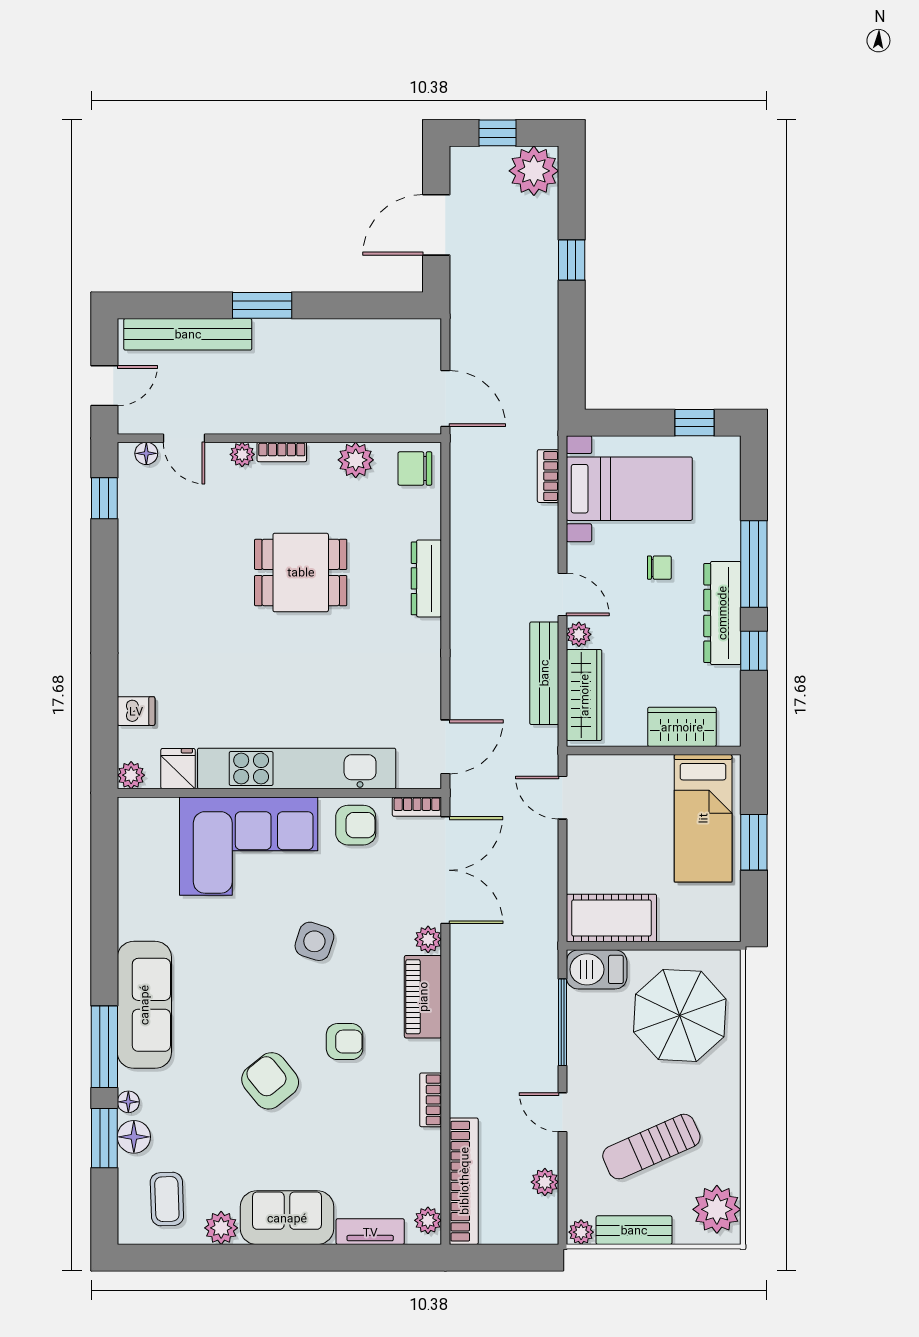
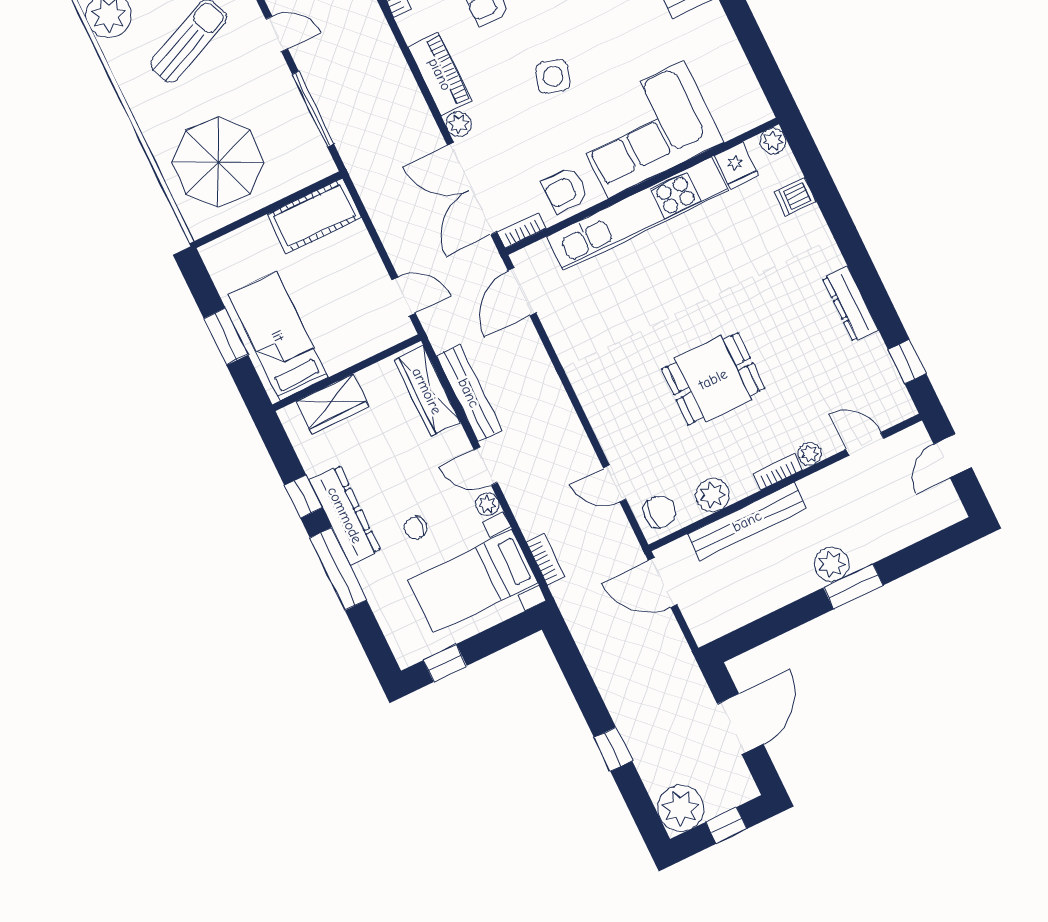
bench: (188, 334) -> (747, 521), moved
plant: (273, 337) -> (832, 564), added
floor lamp: (146, 453) -> (890, 416), removed
door: (445, 517) -> (615, 484), added
dresser: (426, 578) -> (850, 304), moved, turned 180
plant: (579, 634) -> (487, 504), moved
barbecue: (597, 969) -> (306, 167), removed

